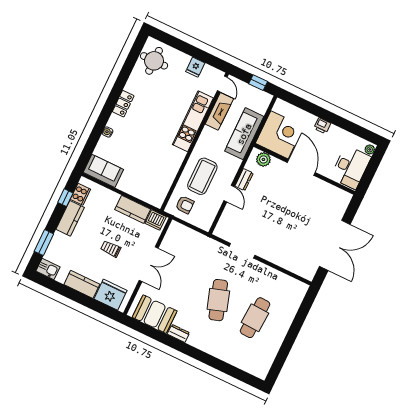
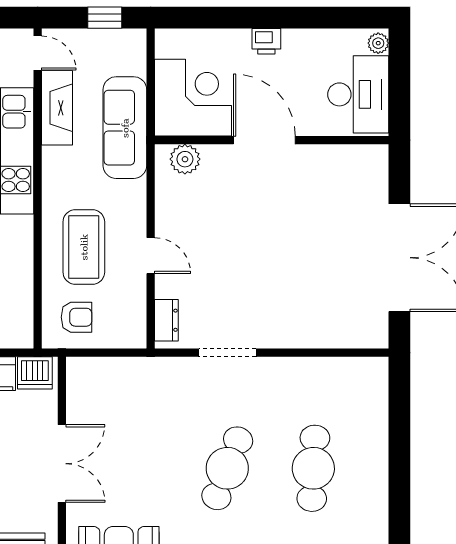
dresser: (244, 180) -> (166, 320), moved
cafe table: (218, 300) -> (227, 468), turned 39

